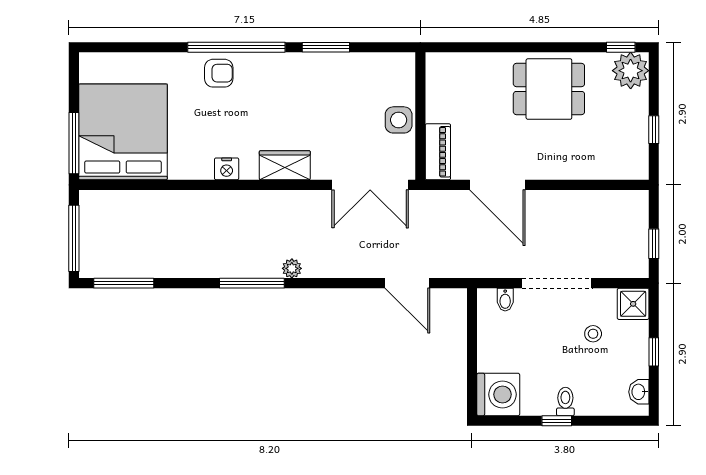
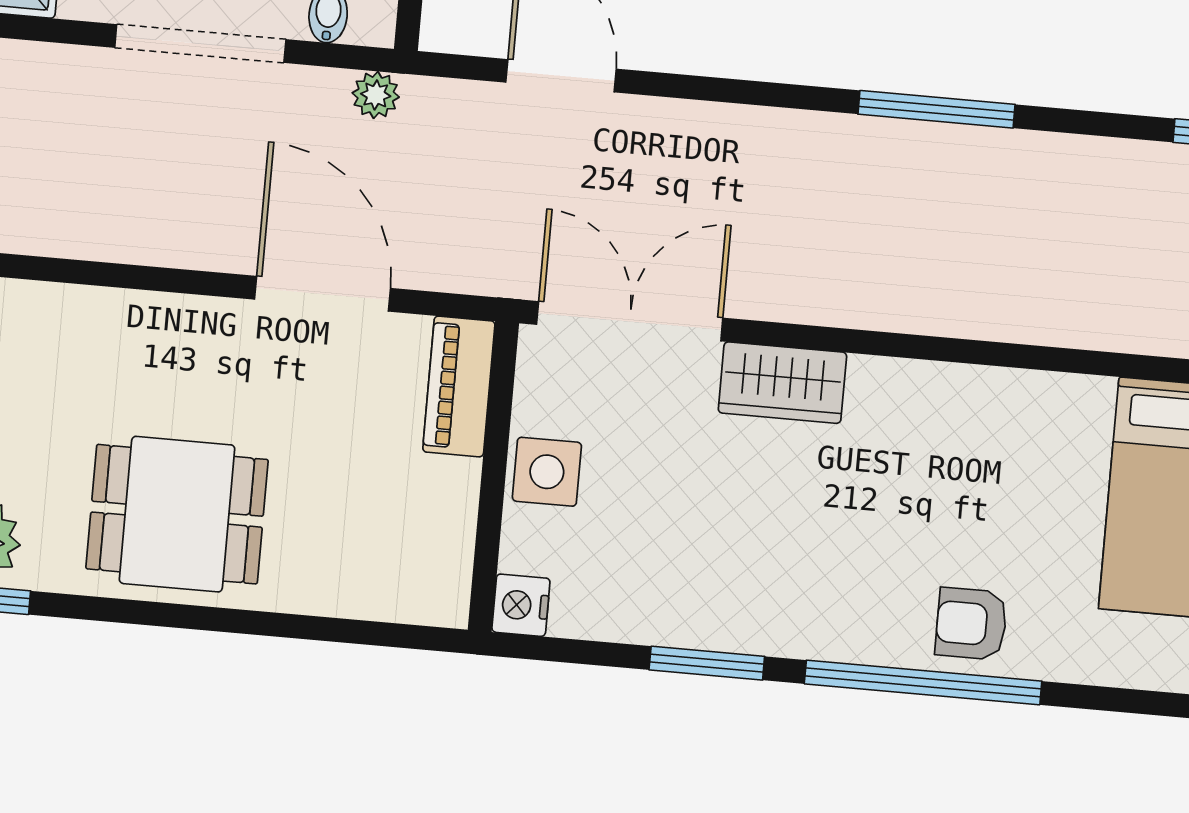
wardrobe: (285, 165) -> (782, 383), moved
nightstand: (227, 169) -> (521, 605), moved, turned -90
plant: (292, 268) -> (376, 95), moved

